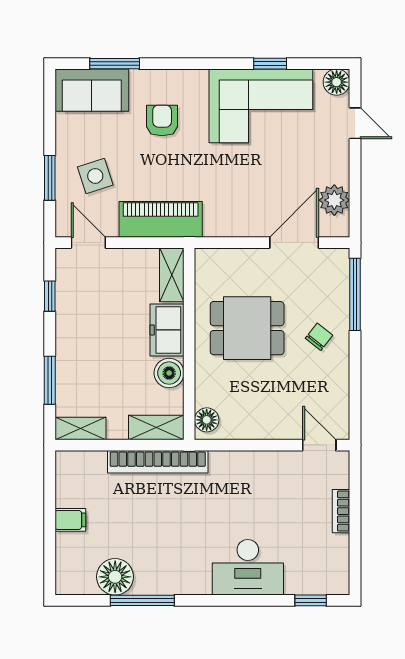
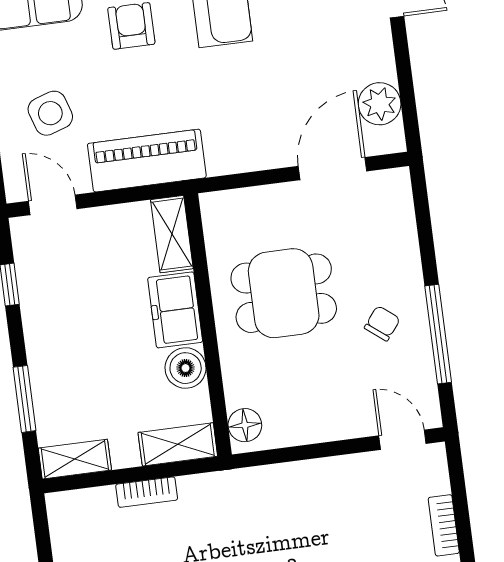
window: (355, 294) -> (438, 334), moved
chair: (319, 337) -> (382, 323), moved
bookcase: (158, 462) -> (147, 492), width x0.43, depth x0.76

